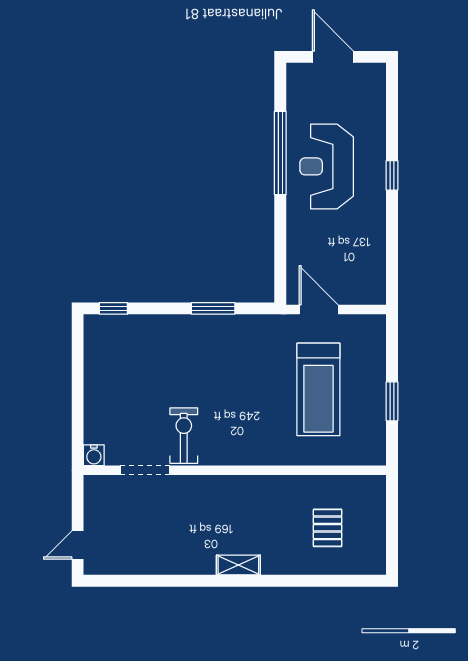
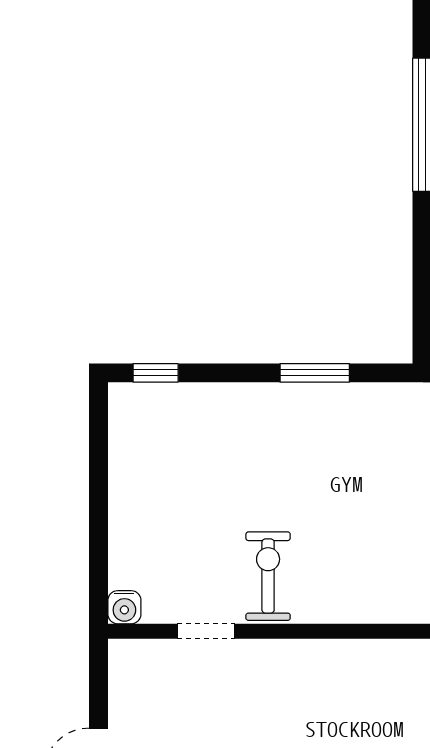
doorway: (145, 470) -> (206, 631), width x0.73

